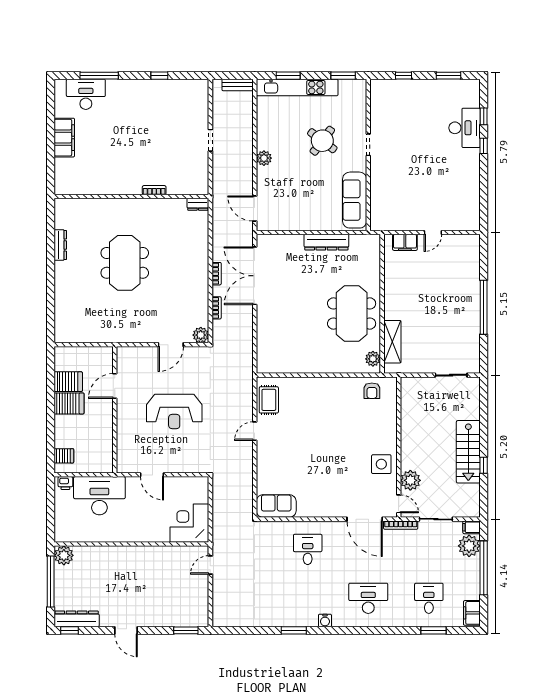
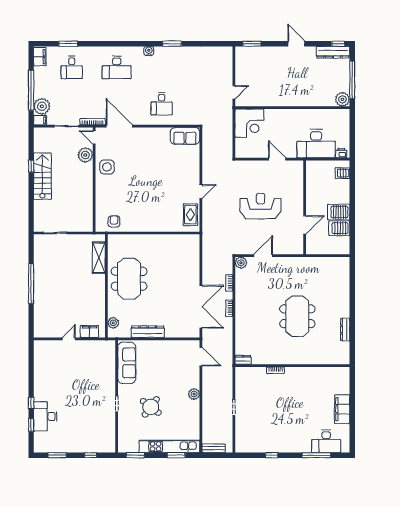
plant: (373, 359) -> (113, 323), moved

